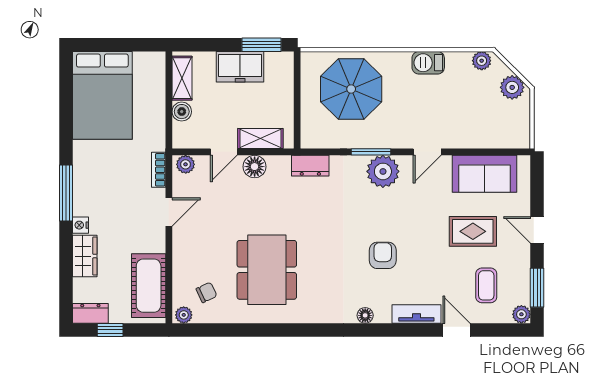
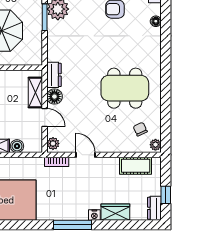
dresser: (310, 166) -> (54, 75), moved
cot: (149, 286) -> (136, 166), width x0.73, depth x0.75

